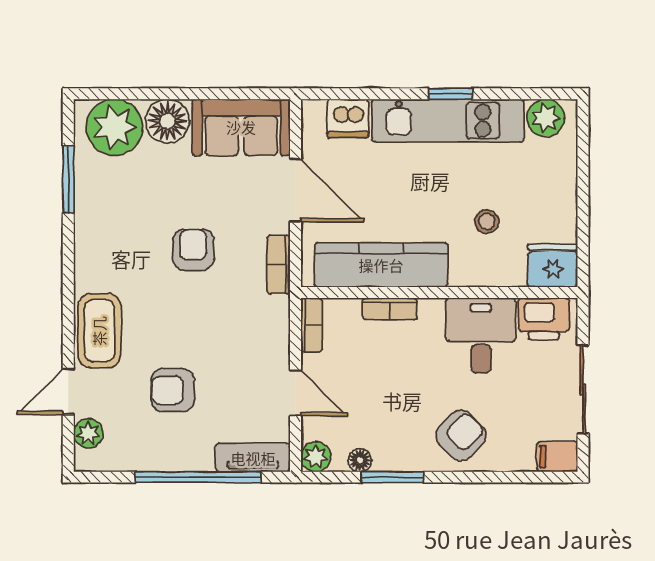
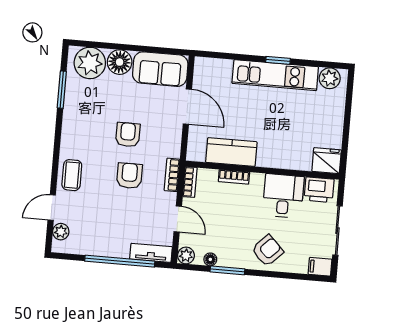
dishwasher: (348, 118) -> (220, 69), removed
stool: (487, 222) -> (292, 133), removed
bookcase: (278, 265) -> (172, 175), moved
kitchen counter: (381, 265) -> (231, 152), width x0.67
coffee table: (99, 331) -> (72, 175), width x0.73, depth x0.77
armchair: (173, 390) -> (129, 176), moved, turned 90

